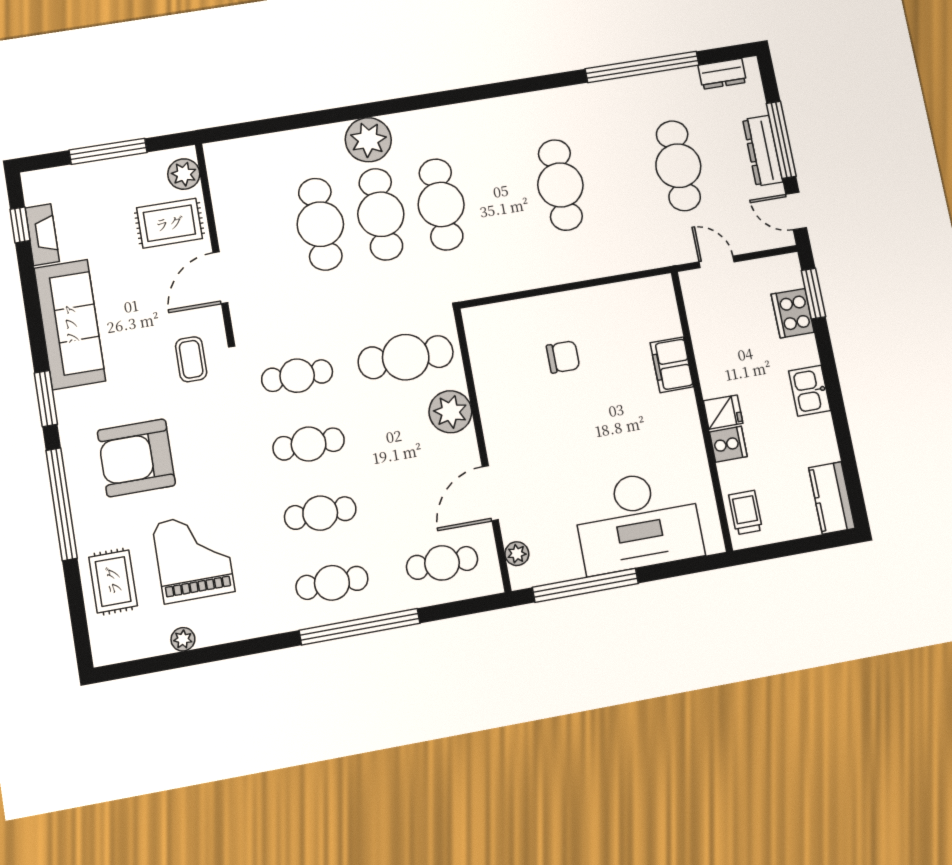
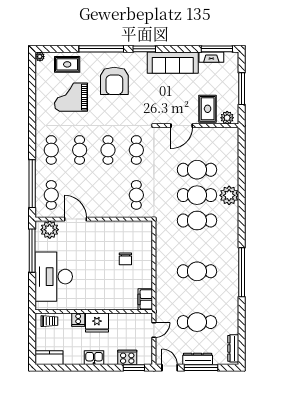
window: (642, 67) -> (242, 272), moved
dresser: (722, 74) -> (233, 348), width x1.44
door: (796, 211) -> (170, 368), hinge flipped
window: (20, 225) -> (217, 49), width x2.17
door: (220, 278) -> (182, 126), swing flipped
cafe table: (406, 357) -> (136, 195), width x0.73, depth x0.74
coffee table: (191, 359) -> (150, 109), removed
filing cabinet: (672, 365) -> (145, 299), moved, turned -90
plant: (450, 412) -> (111, 209), removed
fridge: (723, 412) -> (97, 323), width x1.88, depth x1.34
armchair: (136, 458) -> (114, 81), turned 180
plant: (517, 554) -> (50, 230), width x1.88, depth x1.88
grand piano: (193, 557) -> (71, 97), turned 180
window: (360, 627) -> (32, 184), moved
plant: (183, 639) -> (40, 57), moved

